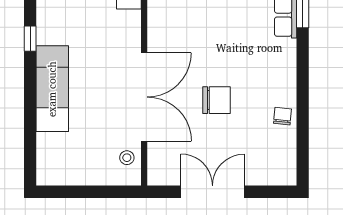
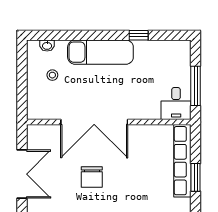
stool: (127, 158) -> (52, 75), moved
washbasin: (44, 159) -> (47, 46), added

